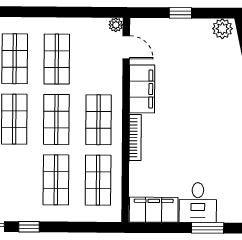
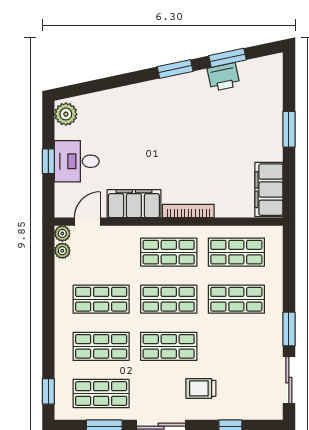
plant: (100, 25) -> (62, 251), added
desk: (198, 203) -> (77, 161), moved, turned 180
window: (29, 227) -> (289, 329), width x1.50

